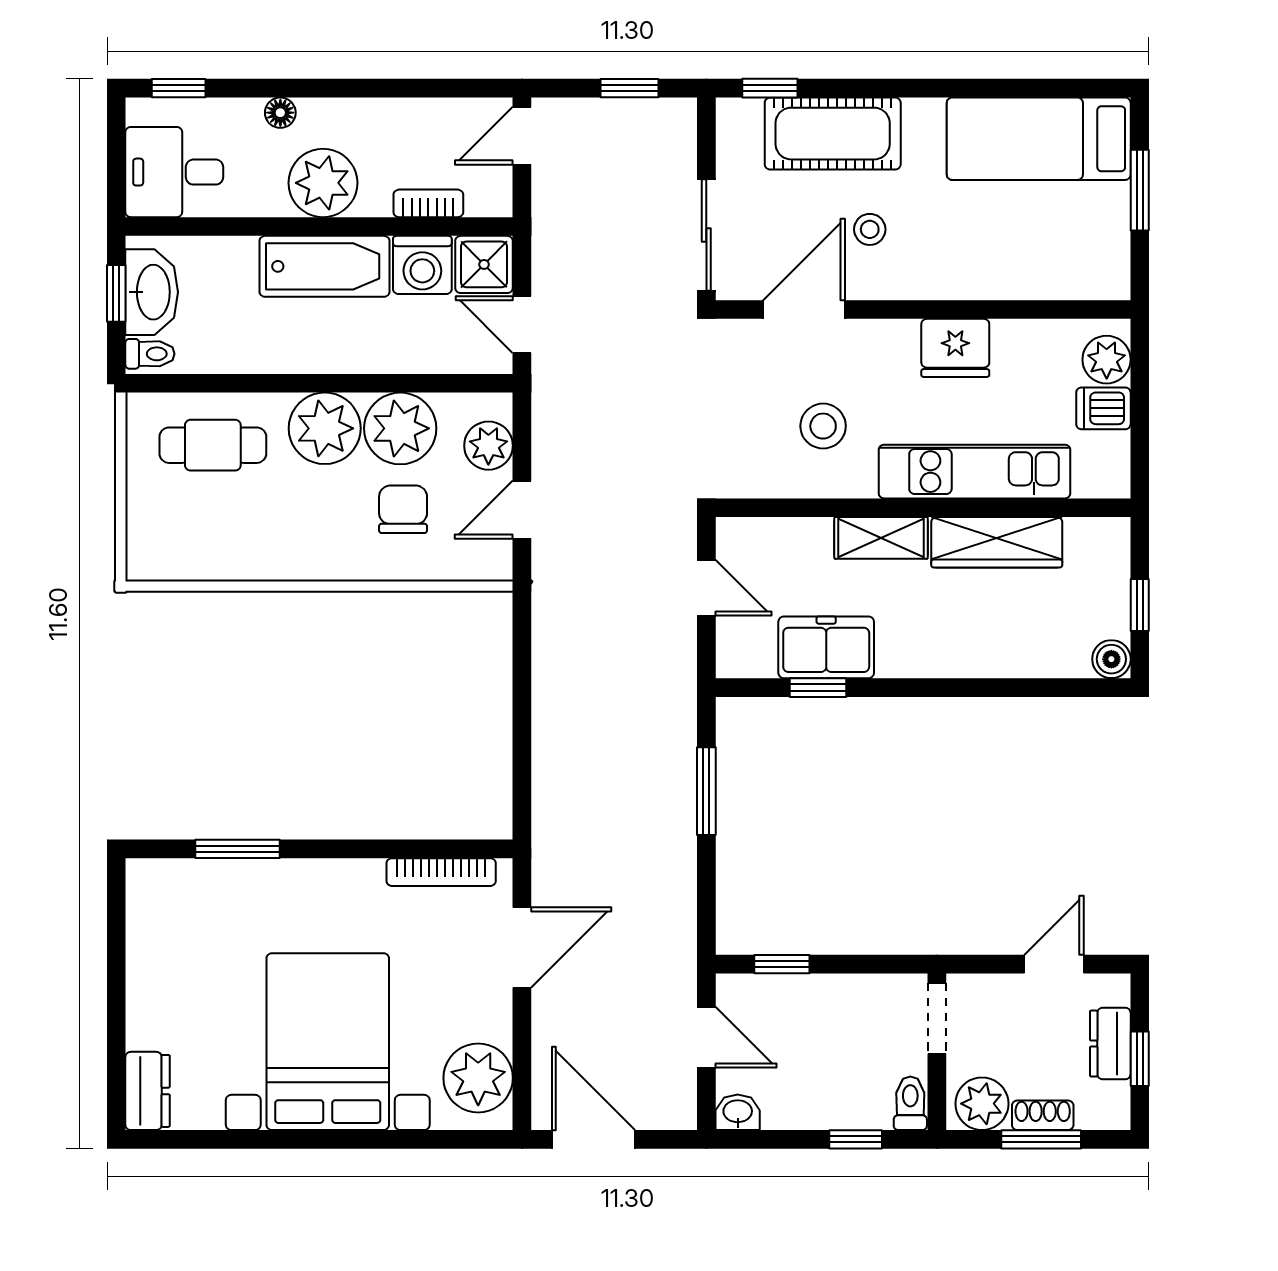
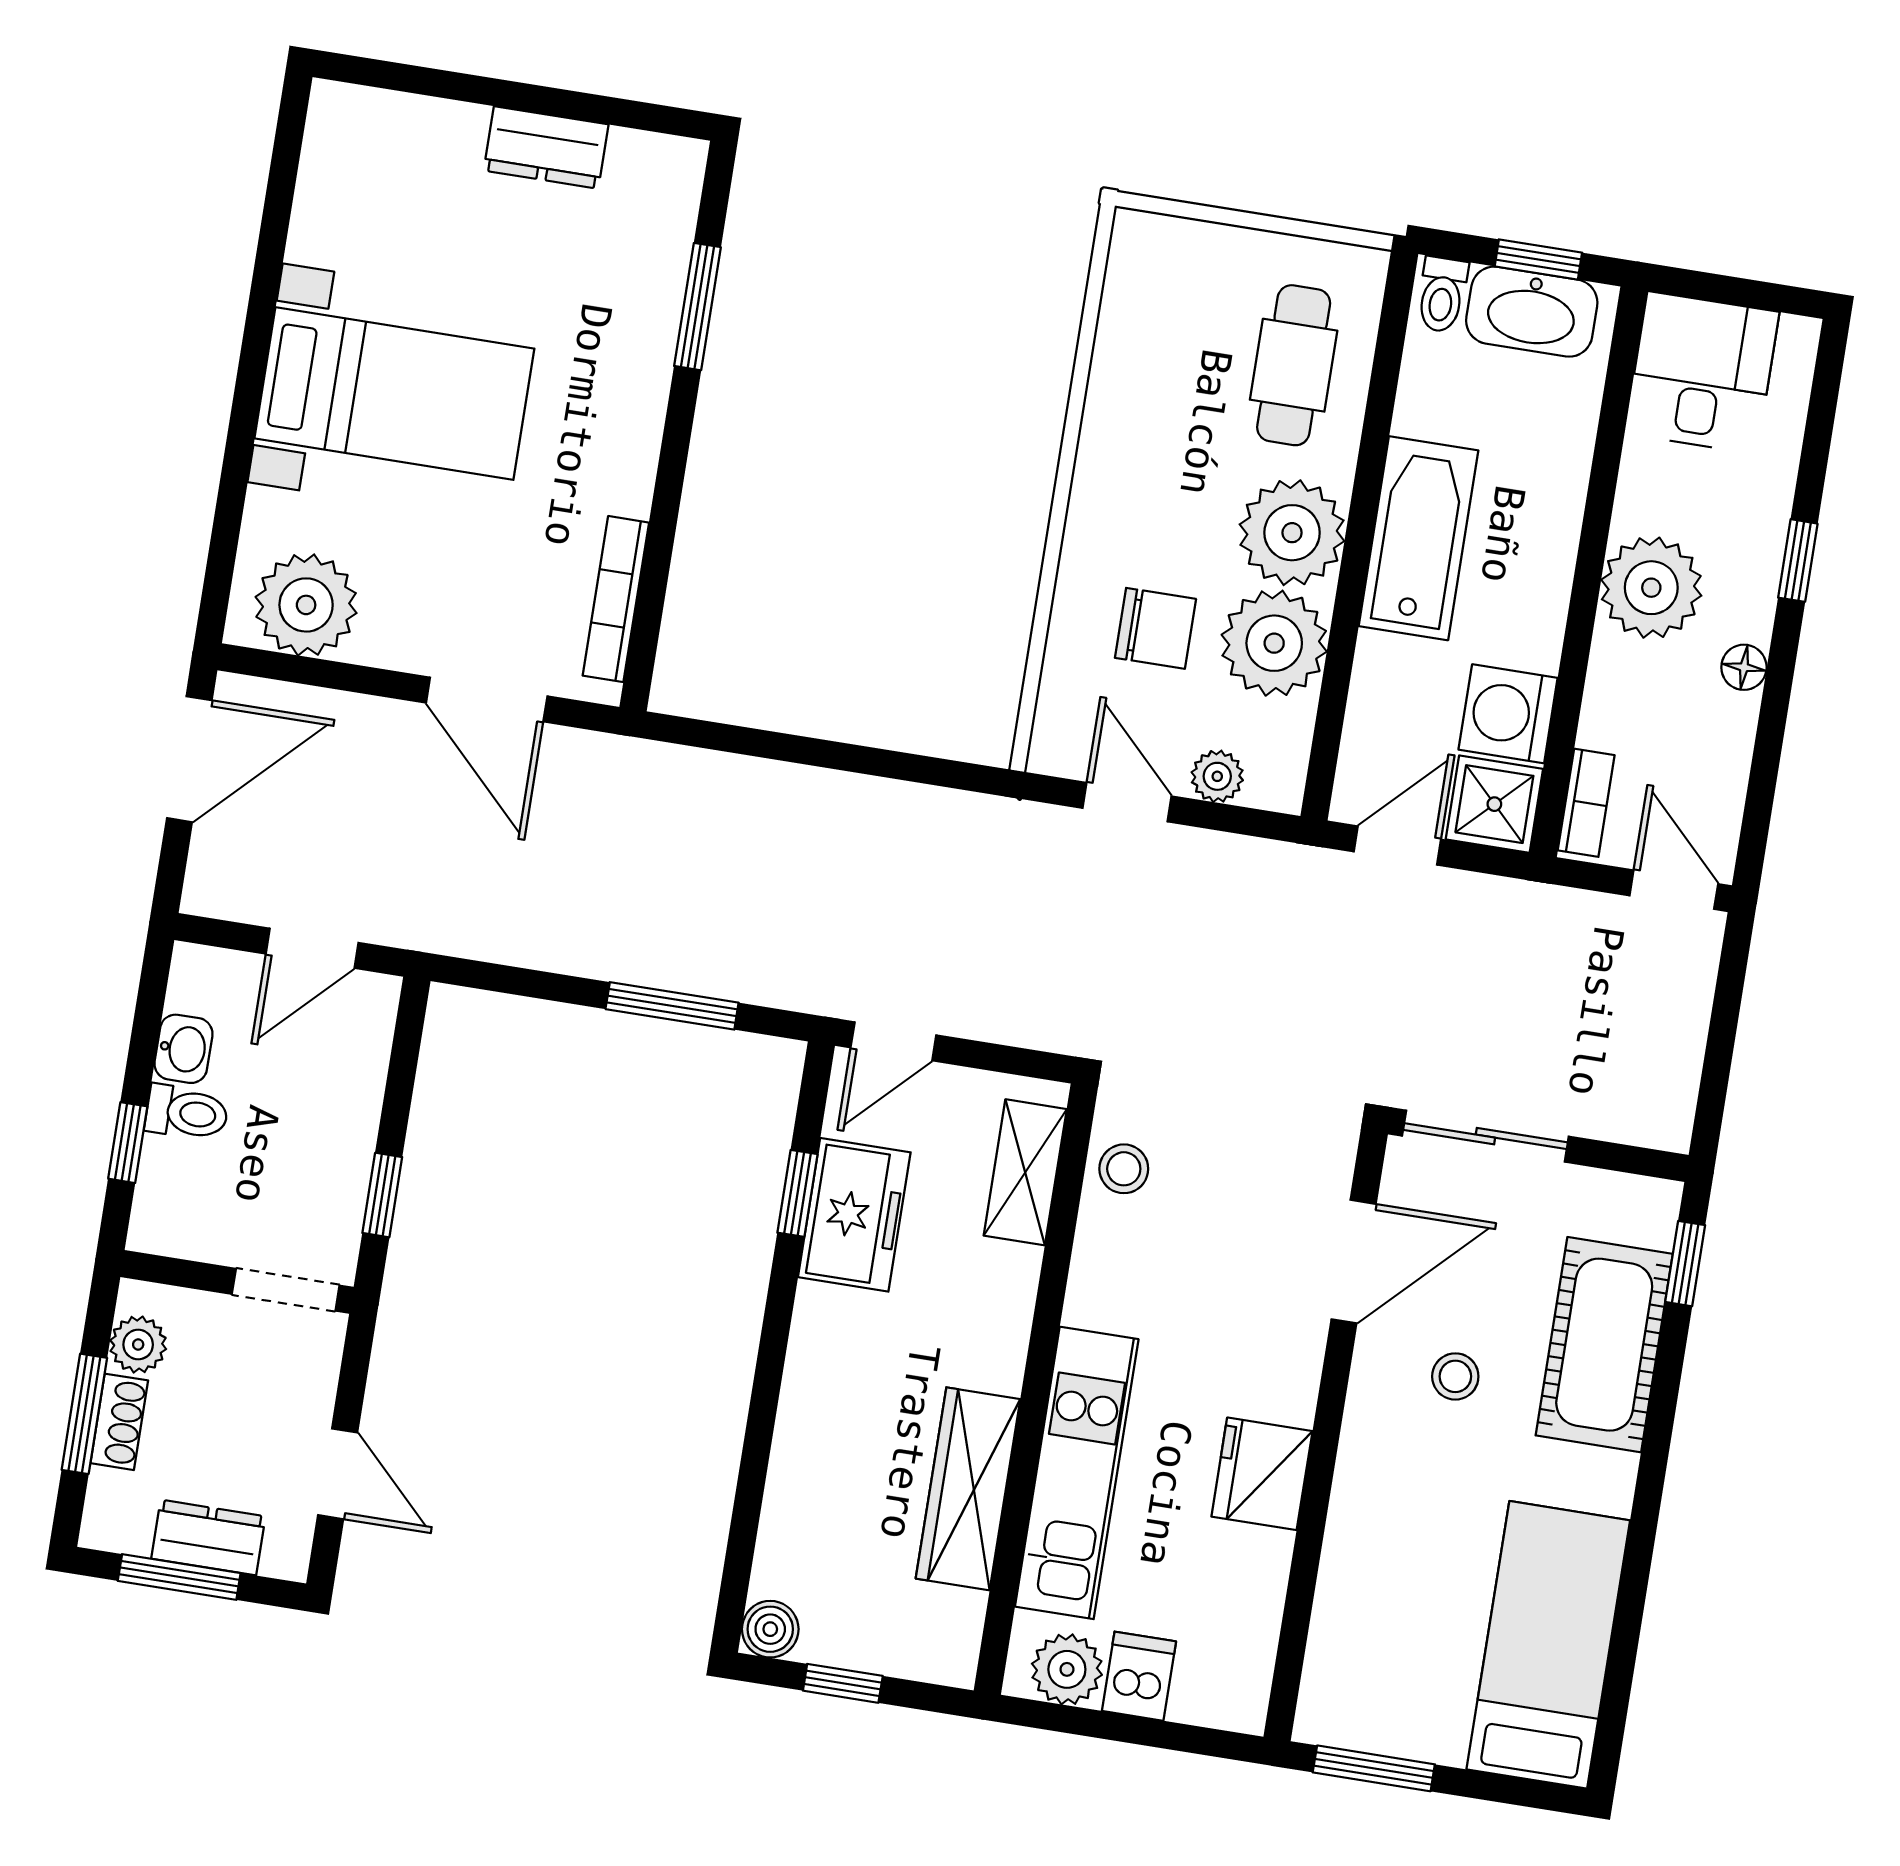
window: (179, 88) -> (1798, 561), moved
window: (630, 88) -> (1718, 1058), removed
floor lamp: (280, 113) -> (1744, 667), moved
window: (1140, 190) -> (1374, 1768), moved
bookcase: (428, 203) -> (1586, 803), moved
bathtub: (325, 266) -> (1419, 538), moved, turned 180
door: (804, 310) -> (1354, 1262), hinge flipped
plant: (1107, 360) -> (1067, 1669), moved
stool: (823, 426) -> (1124, 1169), moved, width x0.73, depth x0.73
plant: (488, 446) -> (1217, 776), width x0.73, depth x0.73
shelving: (881, 538) -> (1025, 1172), moved
door: (706, 588) -> (893, 1041), moved
window: (782, 964) -> (382, 1195), moved
bed with nightstands: (328, 1042) -> (394, 394), width x0.73
window: (1140, 1059) -> (179, 1577), width x1.50
dresser: (148, 1091) -> (546, 147), moved
toilet: (910, 1103) -> (187, 1113), moved
plant: (982, 1104) -> (138, 1345), width x0.73, depth x0.73
washbasin: (738, 1112) -> (183, 1049), moved

